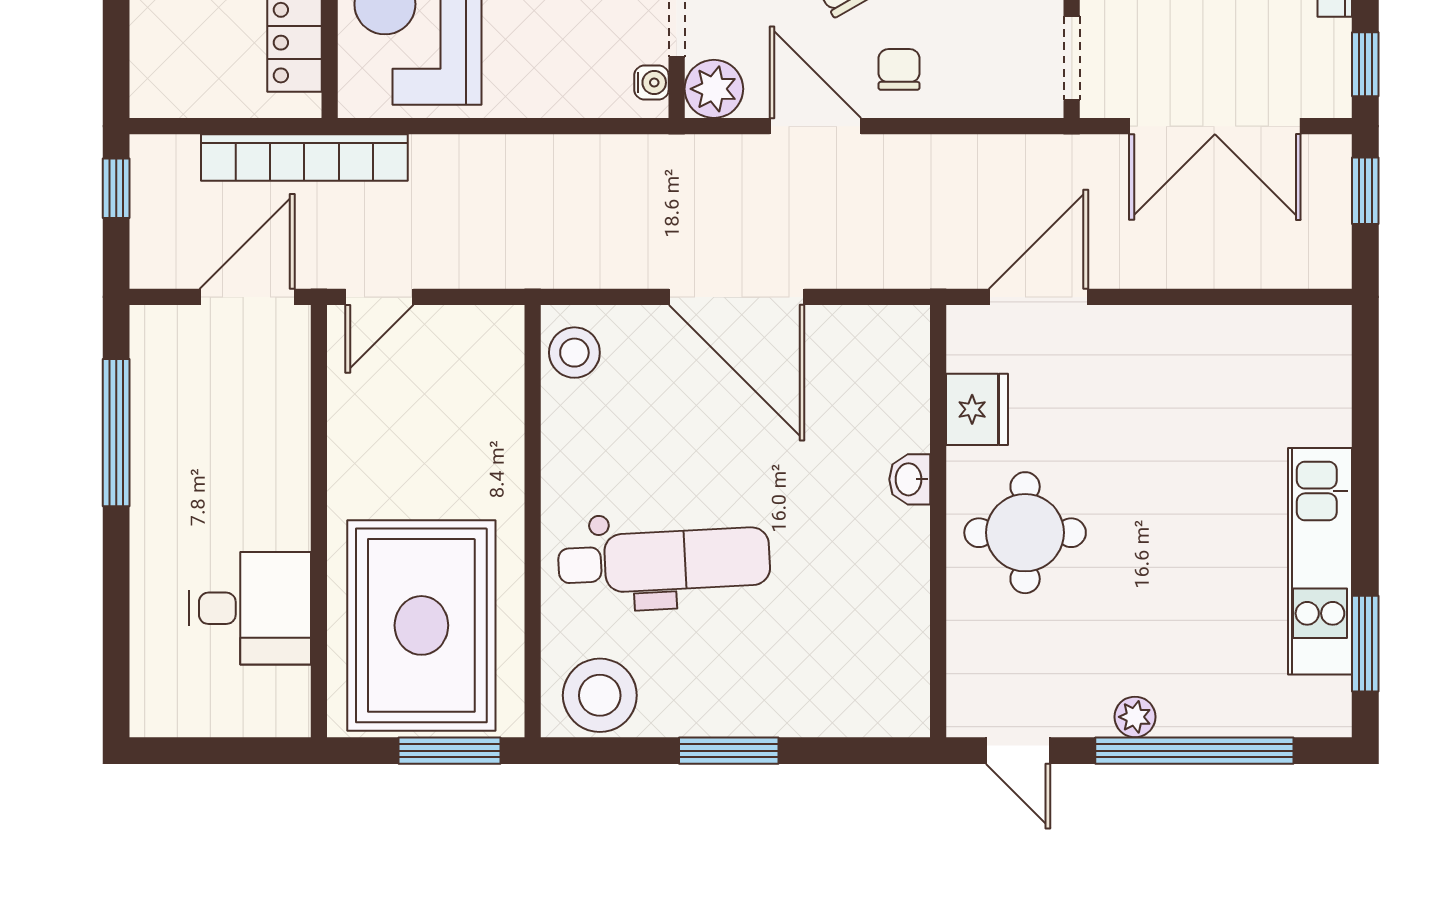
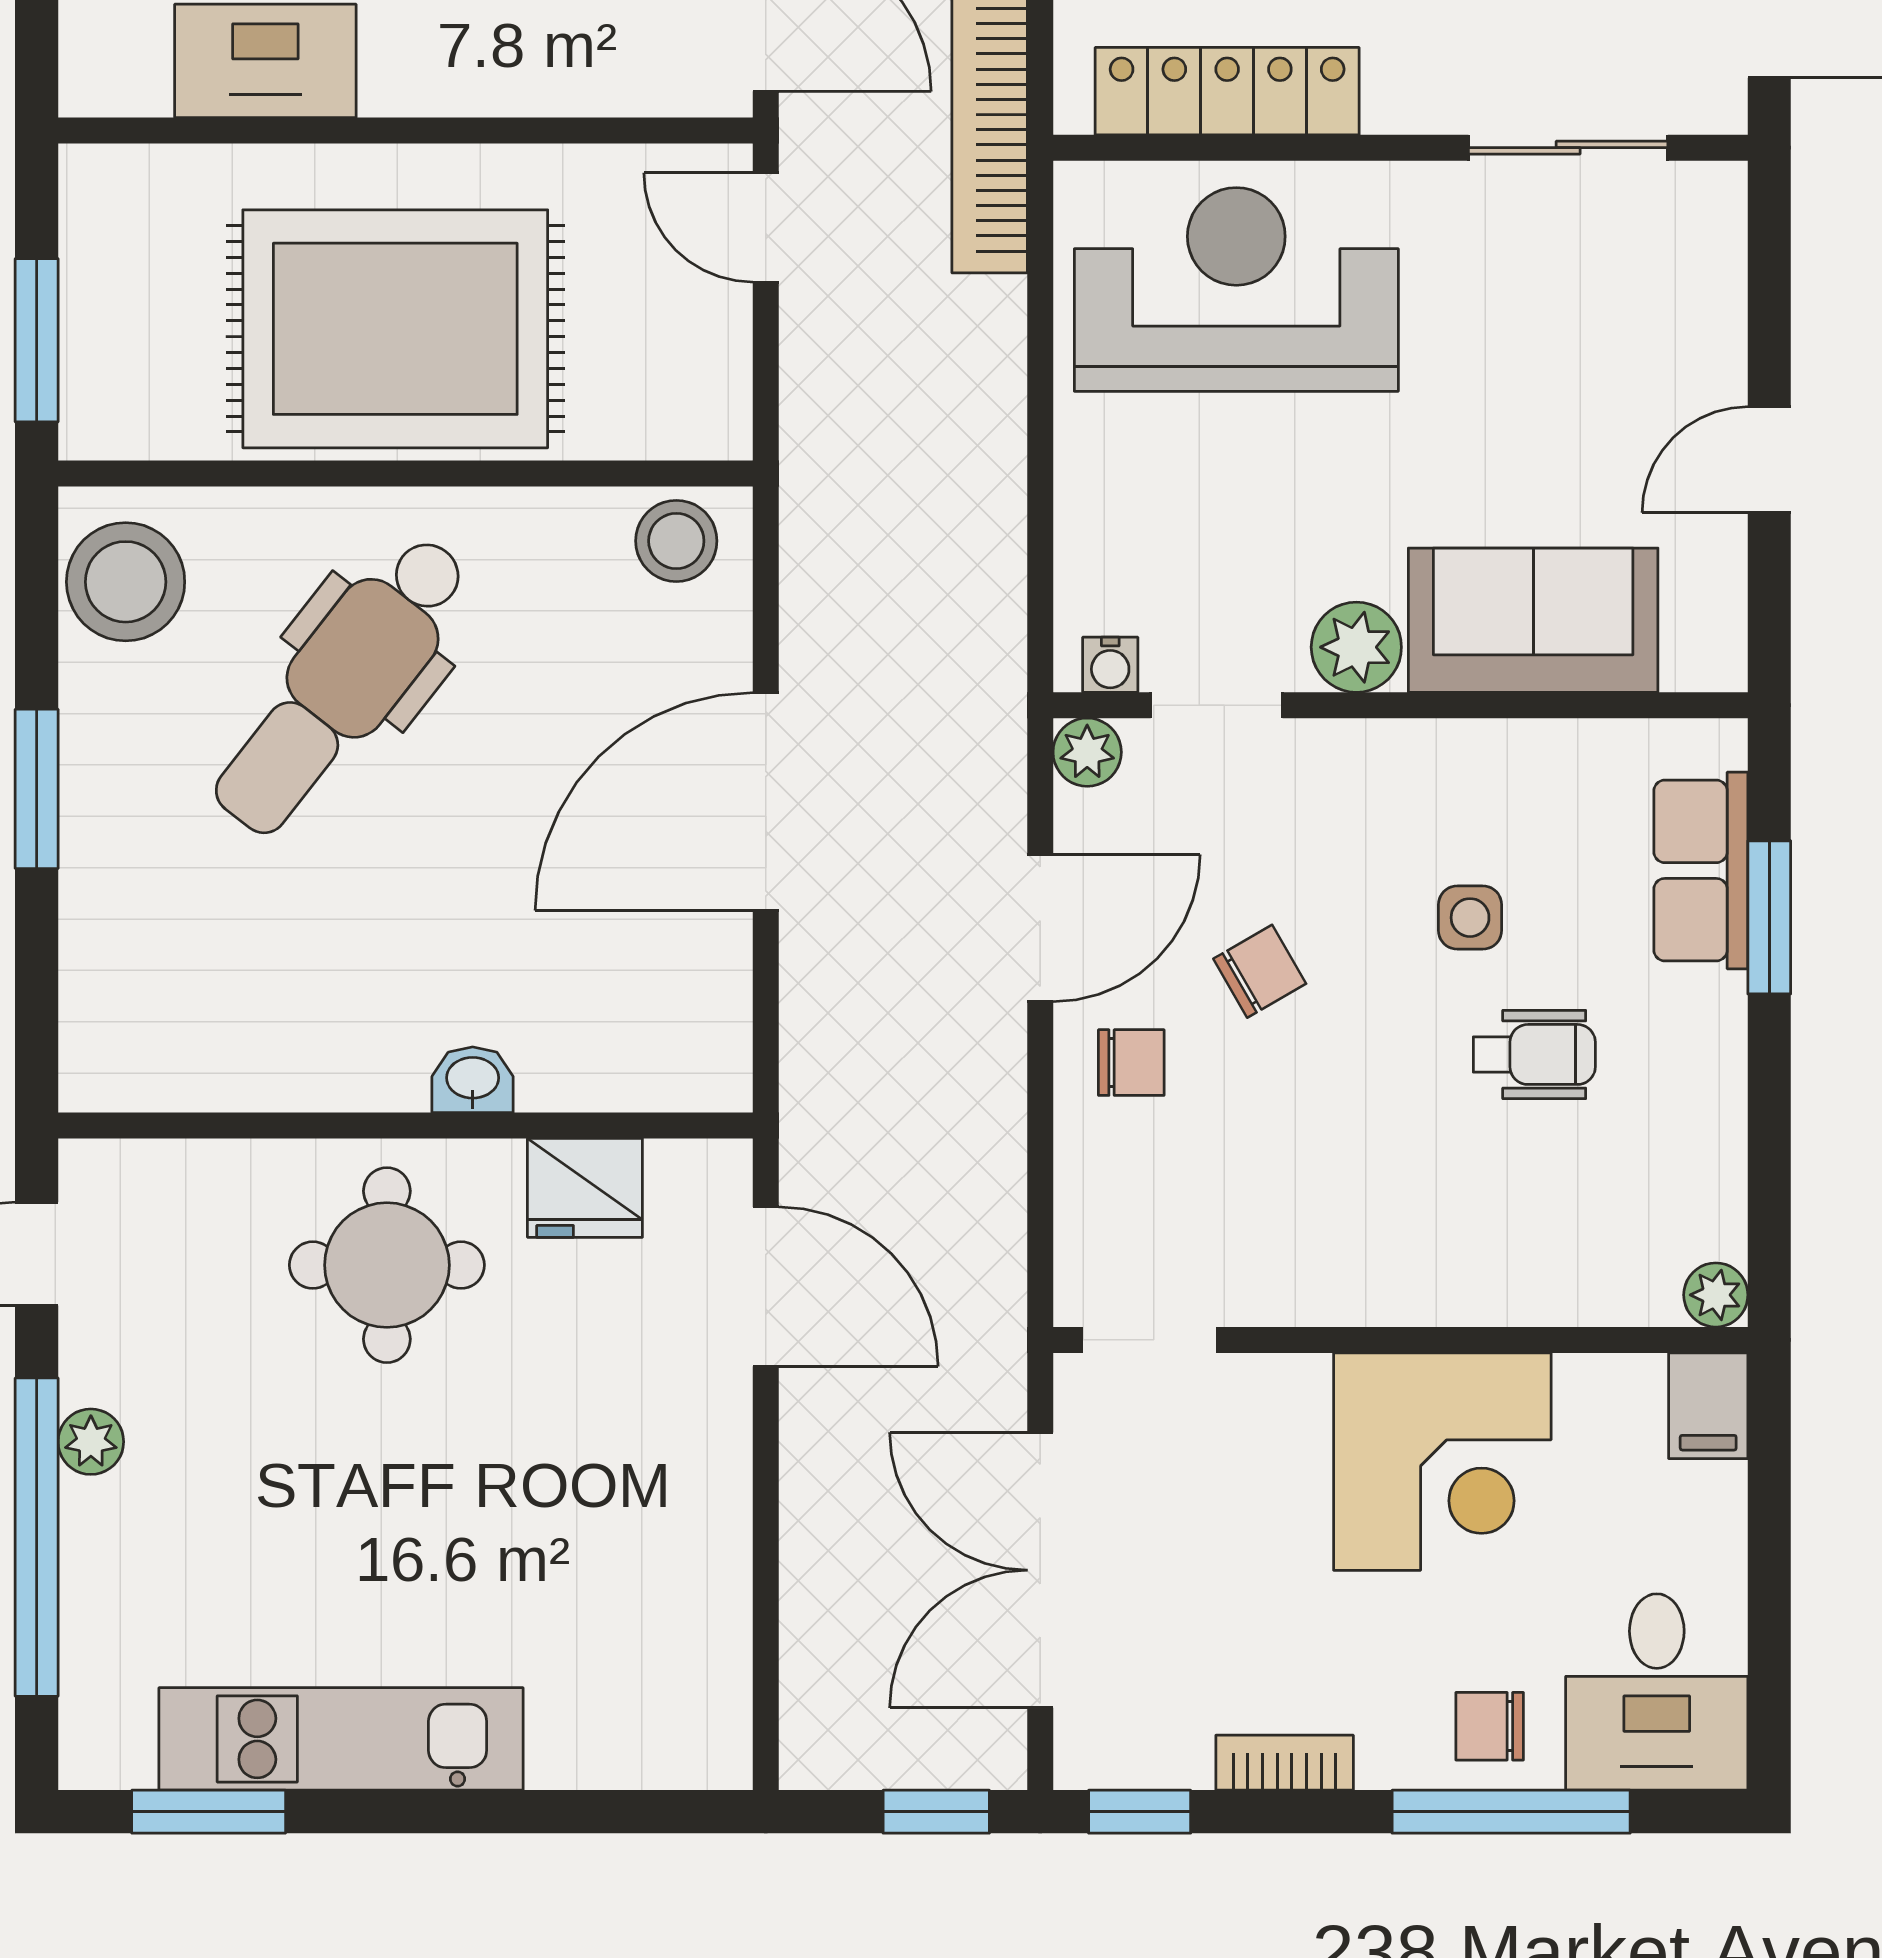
plant: (714, 89) -> (1087, 752), width x0.73, depth x0.73
dental chair: (664, 561) -> (342, 685), turned 41
rug: (421, 625) -> (395, 329), moved

